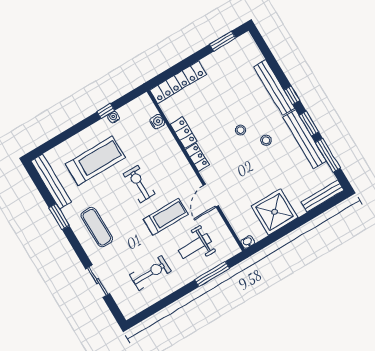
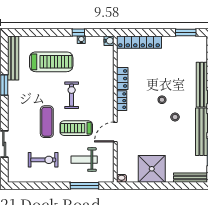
water cooler: (157, 122) -> (109, 41), moved
treadmill: (166, 217) -> (76, 128), turned 180
exercise mat: (97, 227) -> (47, 122), moved

